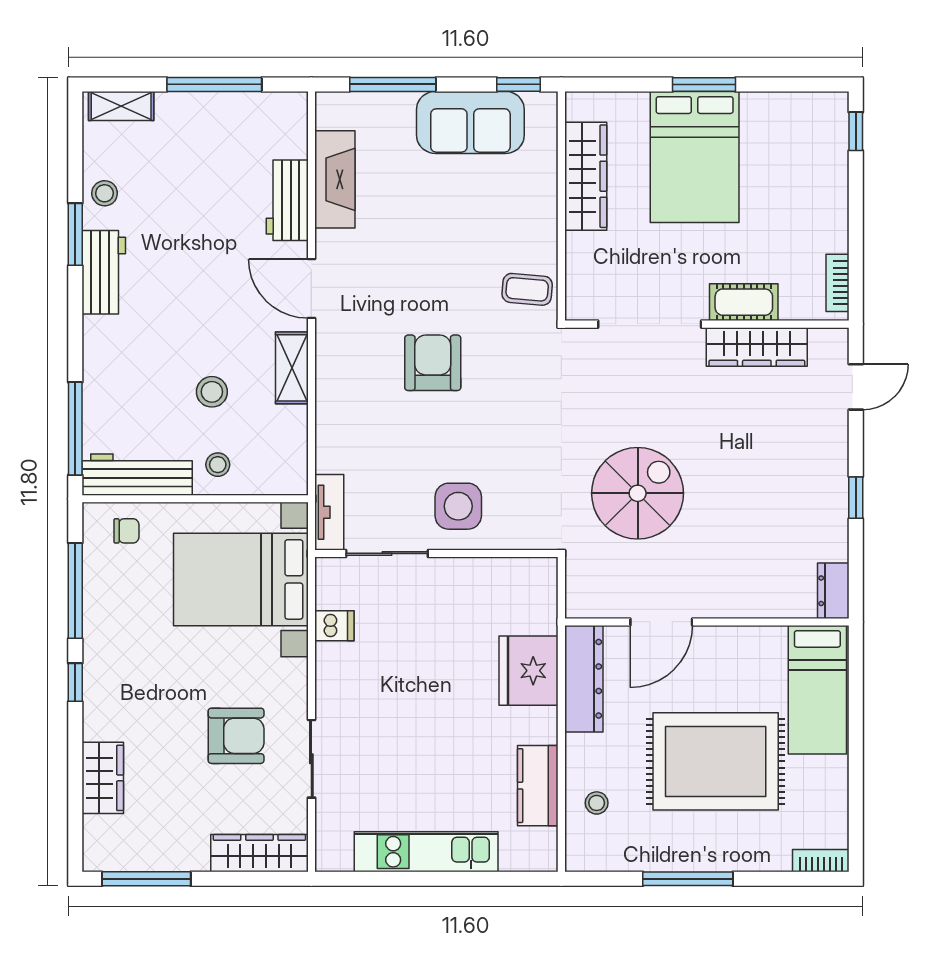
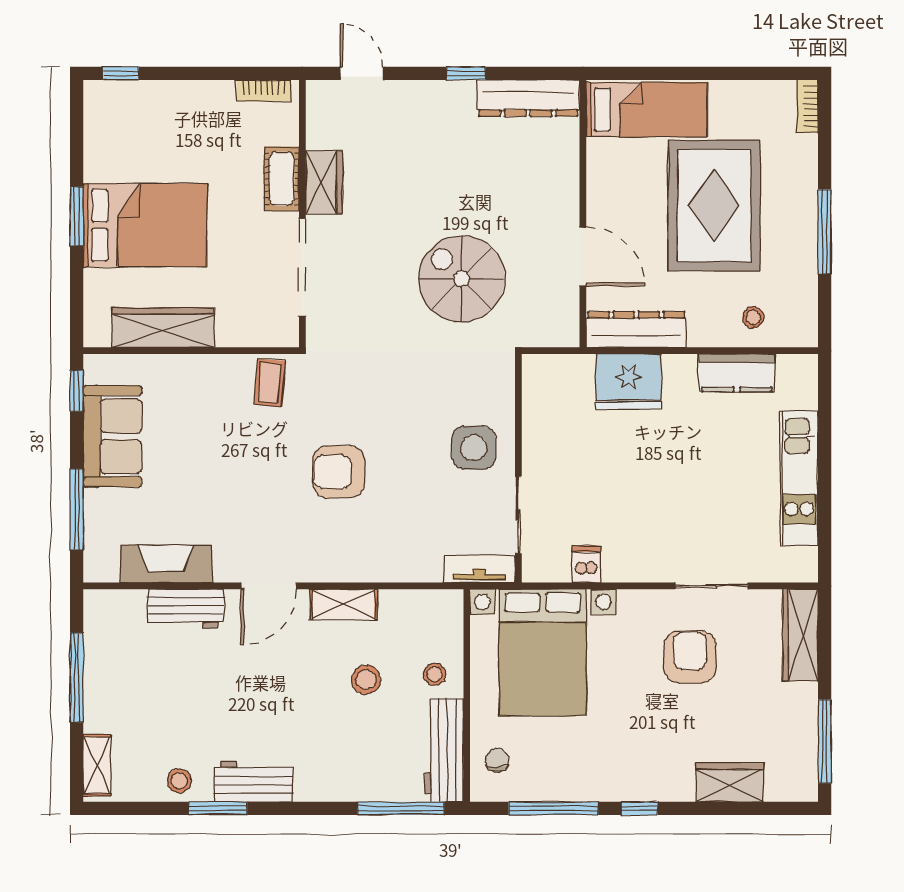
wardrobe: (757, 347) -> (324, 182), width x0.67
dresser: (833, 591) -> (528, 98), width x1.96, depth x1.24

